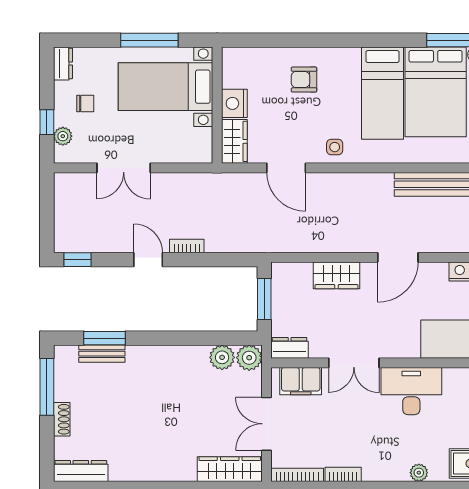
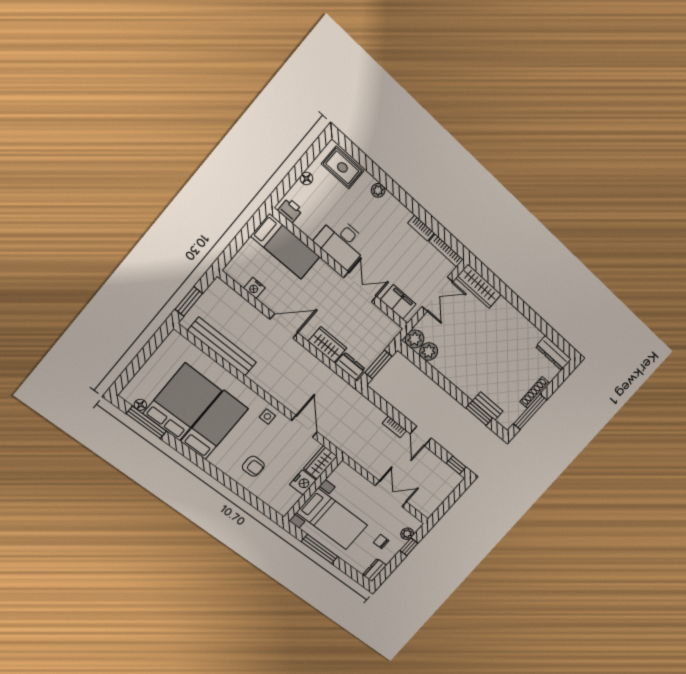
dresser: (290, 348) -> (350, 366), moved, turned 180
shoe rack: (62, 419) -> (535, 392), width x1.43

